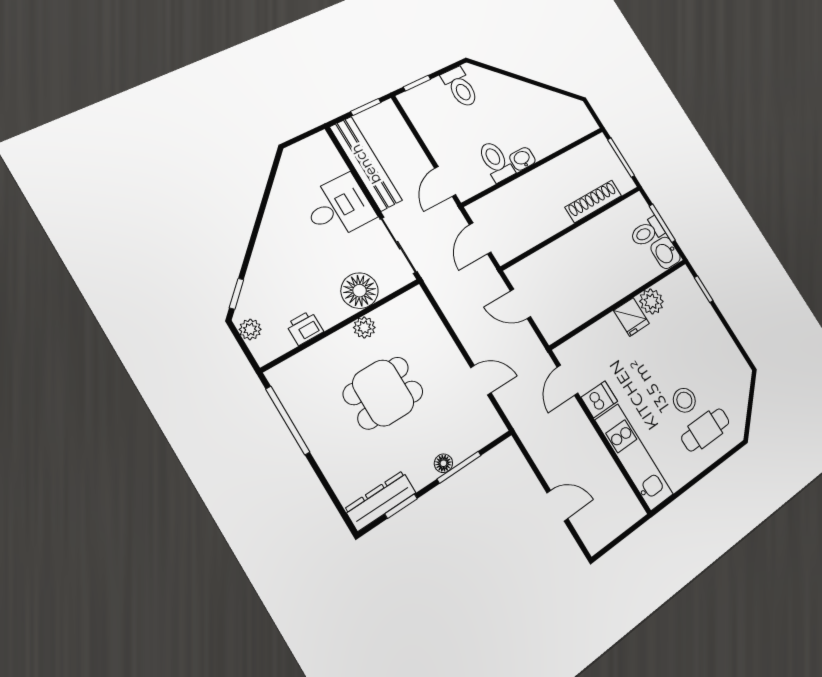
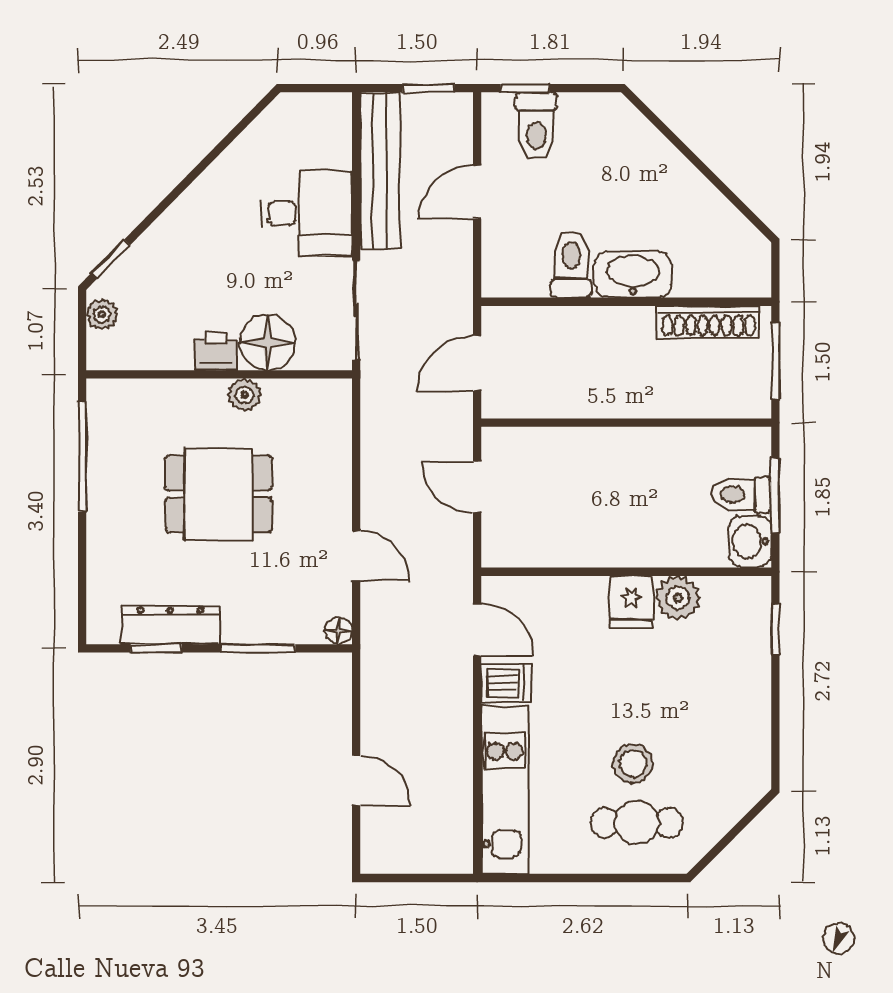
toilet: (460, 87) -> (536, 126), moved
washbasin: (522, 159) -> (633, 274), width x1.91, depth x1.45
door: (445, 182) -> (477, 192), moved
shoe rack: (593, 201) -> (709, 322), moved, turned 180
printer: (305, 328) -> (215, 351), moved
door: (568, 380) -> (477, 630), swing flipped
floor lamp: (443, 463) -> (338, 631), moved
dresser: (380, 501) -> (170, 625), moved

